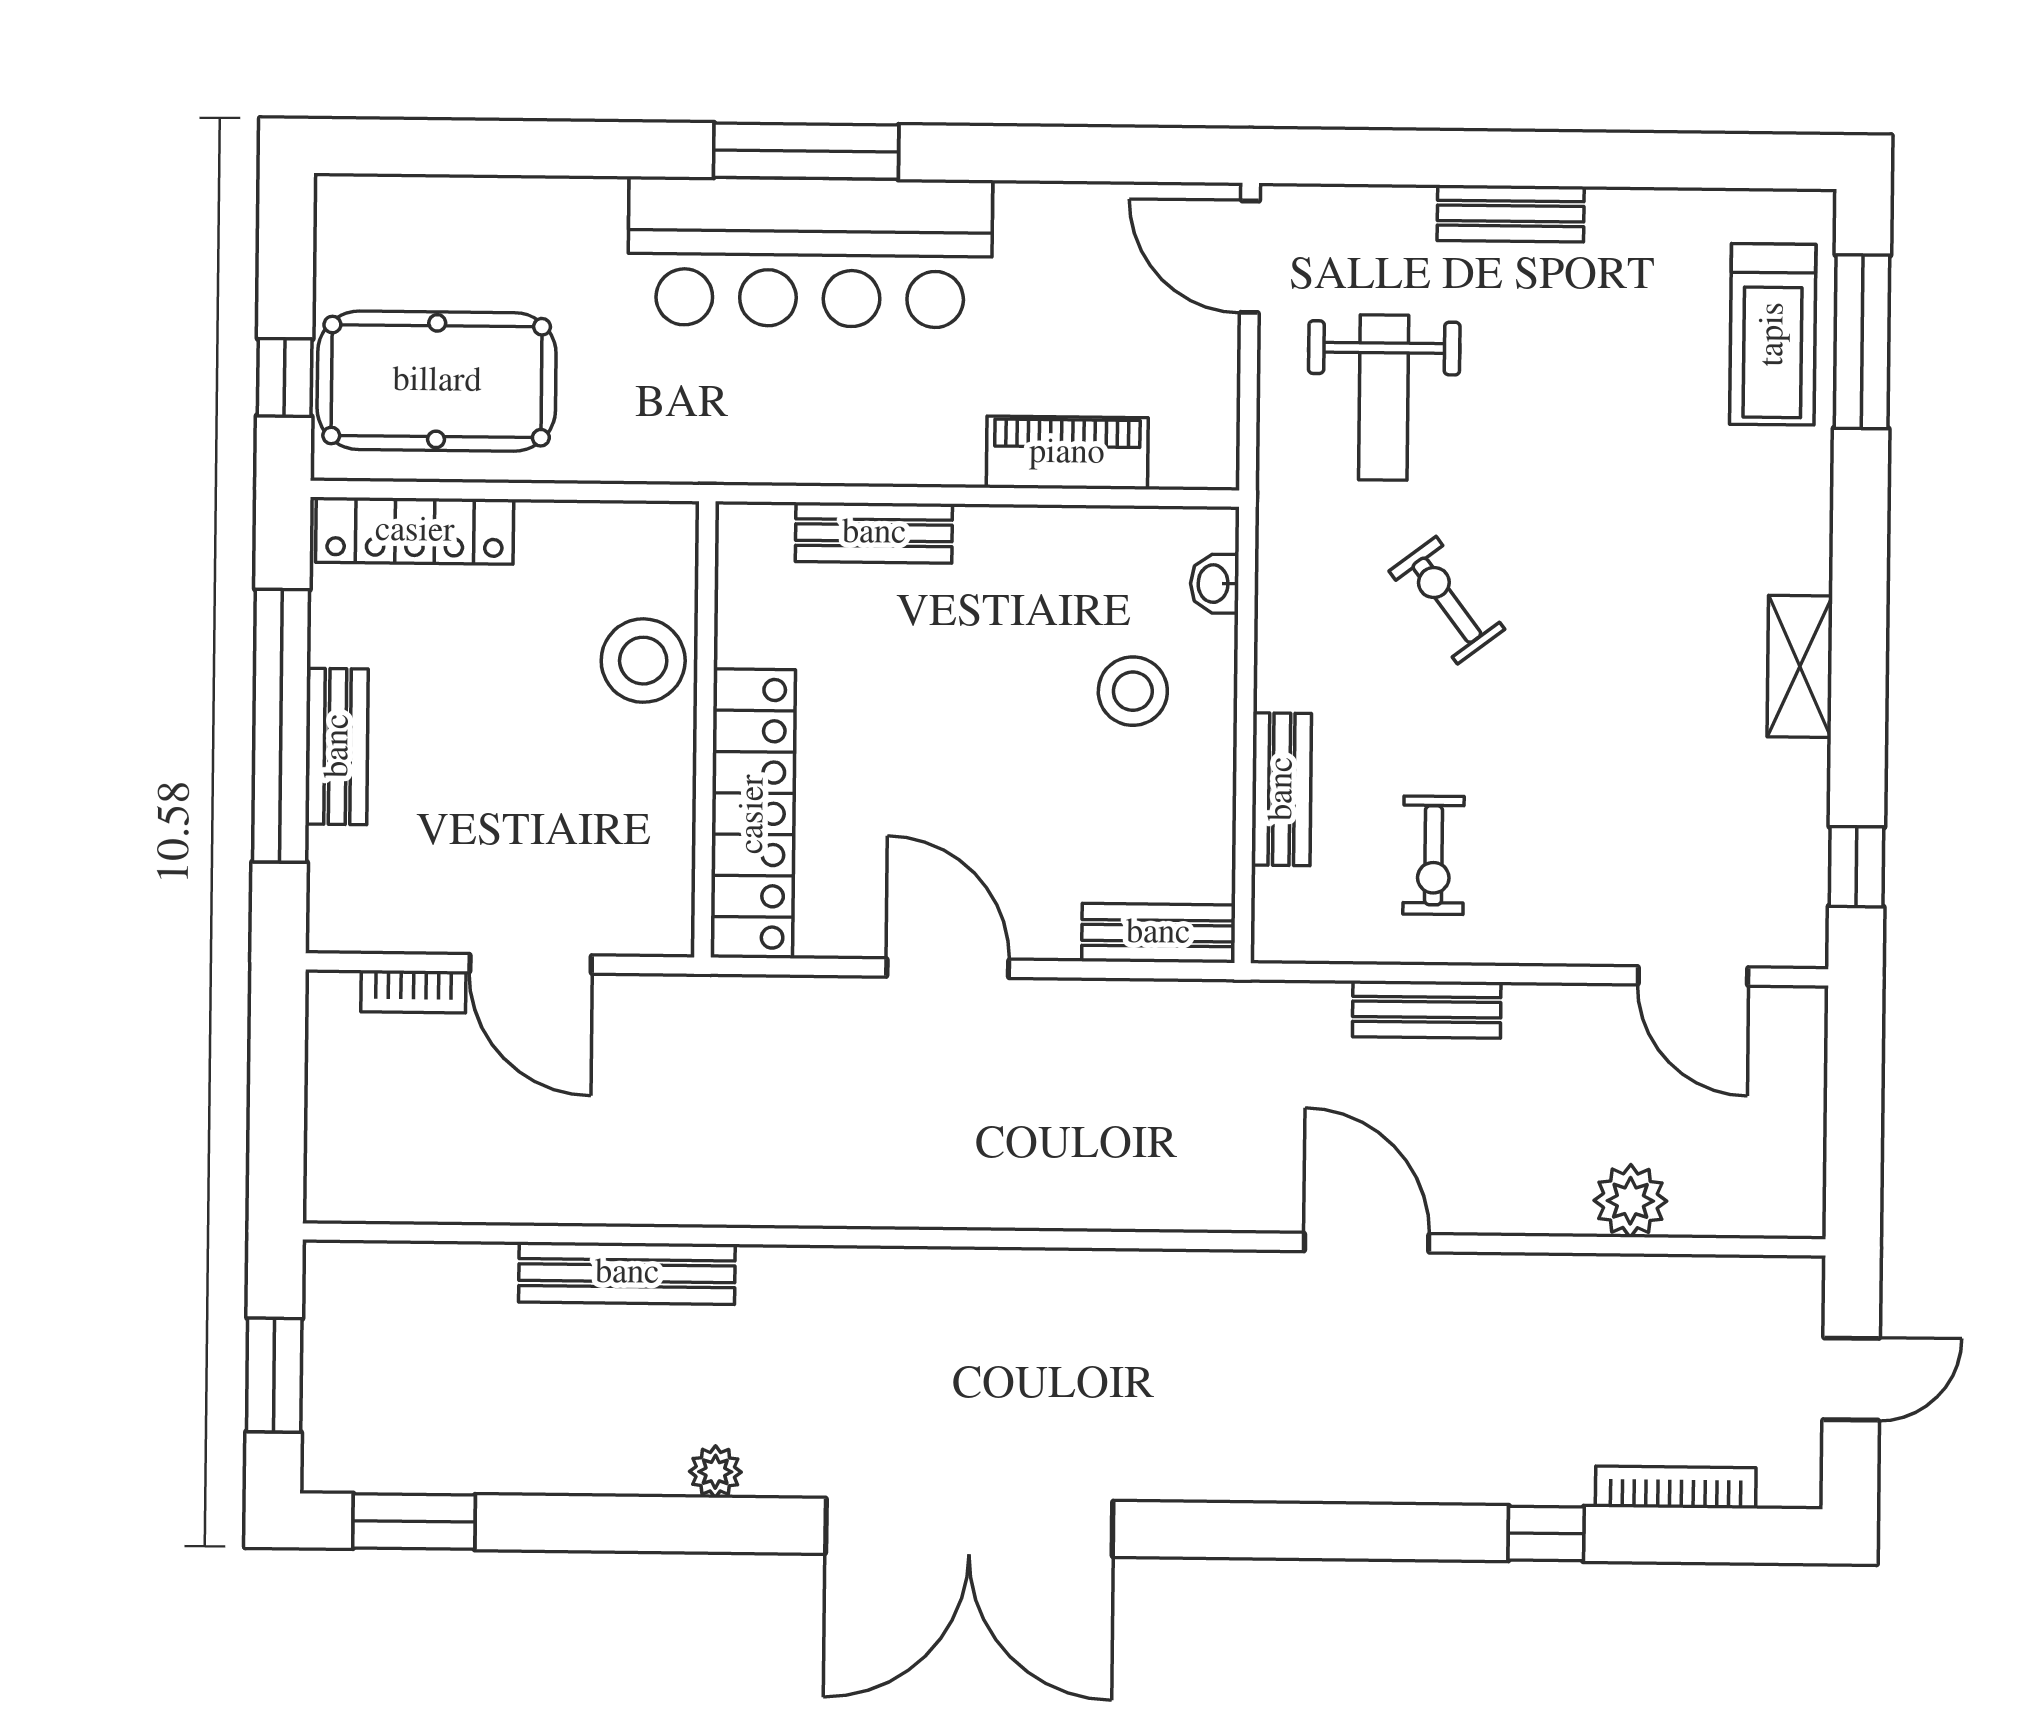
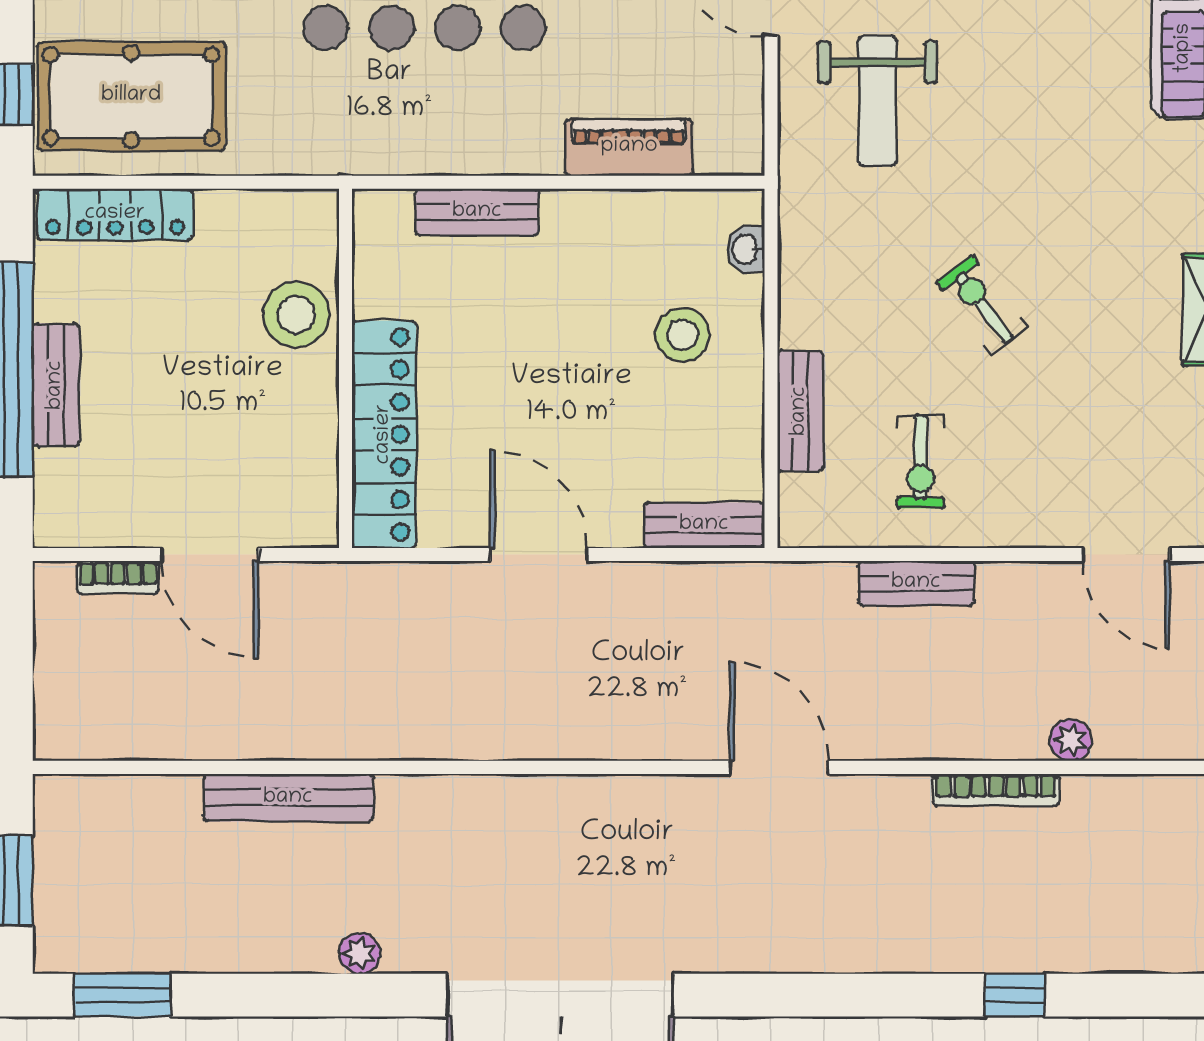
exercise bike: (1447, 600) -> (982, 305), moved
plant: (1630, 1201) -> (1071, 740), width x0.73, depth x0.73
door: (1367, 1243) -> (779, 767), moved
bookcase: (1676, 1487) -> (996, 790), moved, turned 180

